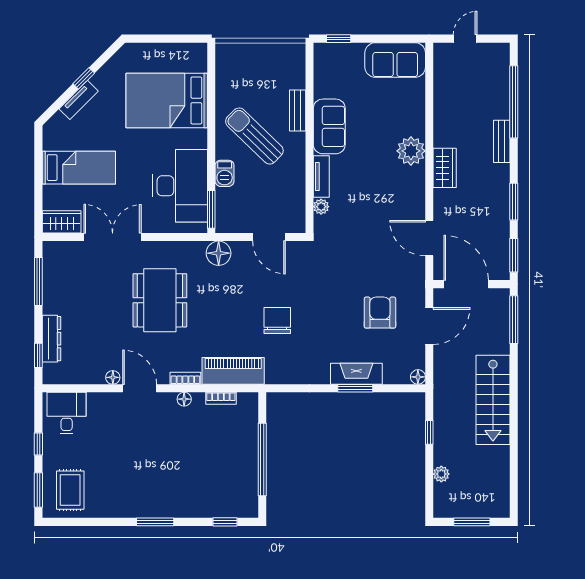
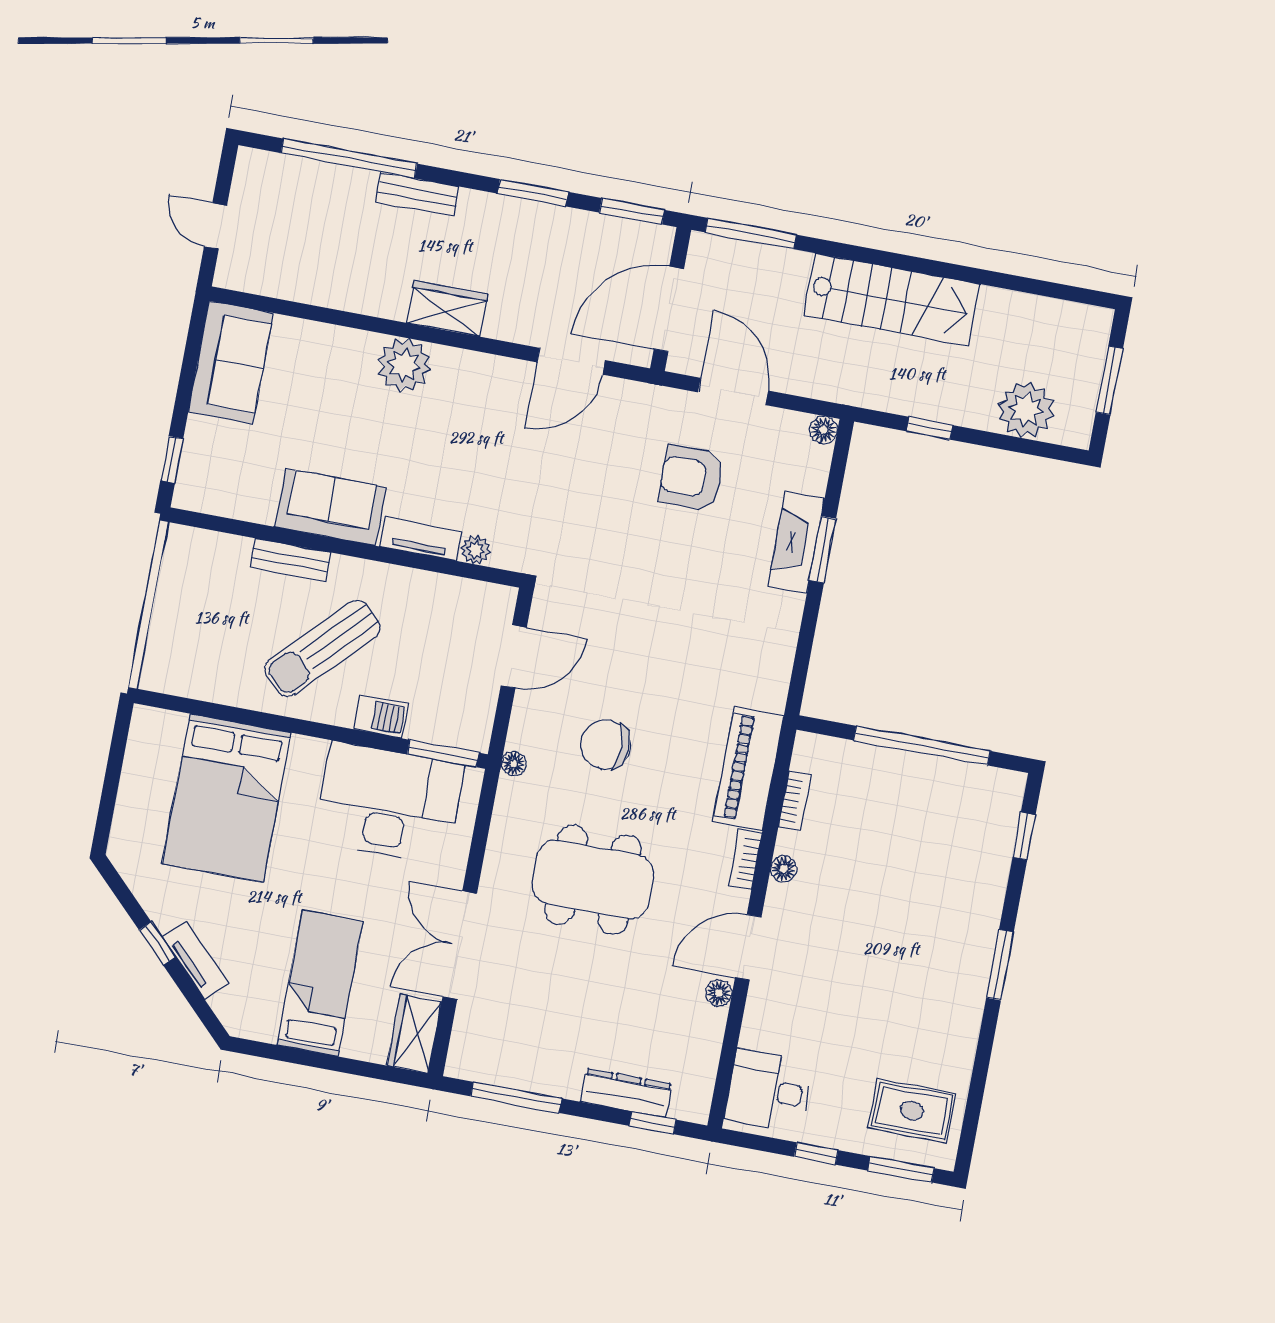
floor lamp: (219, 253) -> (514, 764), width x0.53, depth x0.53
chair: (277, 321) -> (606, 744), moved
plant: (441, 474) -> (1026, 410), width x1.88, depth x1.88

